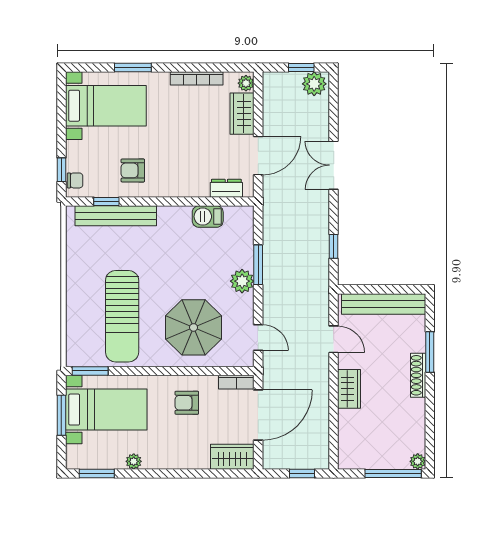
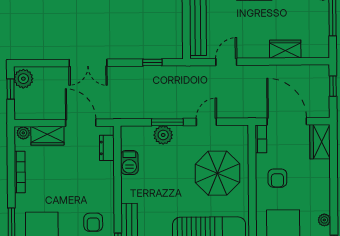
plant: (242, 281) -> (163, 135), moved
door: (258, 338) -> (206, 122), moved
wardrobe: (349, 389) -> (285, 49), moved

